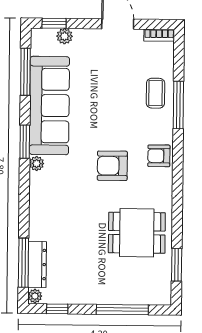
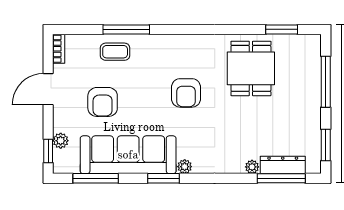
armchair: (159, 156) -> (103, 102), moved, width x1.38, depth x1.38
plant: (35, 296) -> (252, 167), moved
window: (57, 309) -> (326, 145), width x1.50

